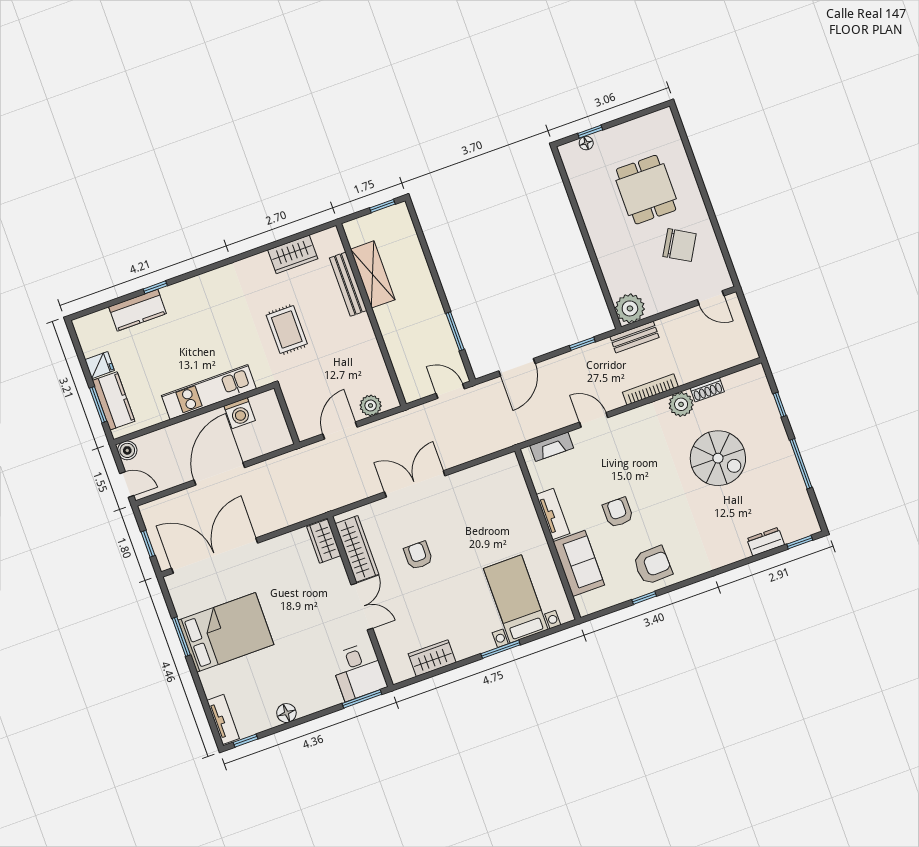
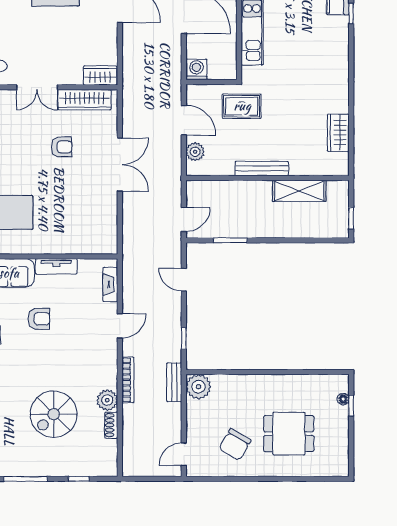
bench: (348, 284) -> (262, 169), moved
rug: (287, 329) -> (242, 106), moved
door: (517, 367) -> (184, 280), width x0.73
washing machine: (240, 413) -> (196, 69), moved, turned 90

